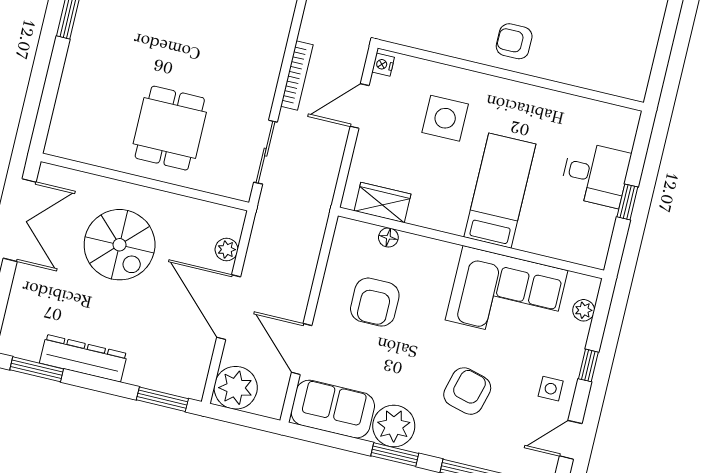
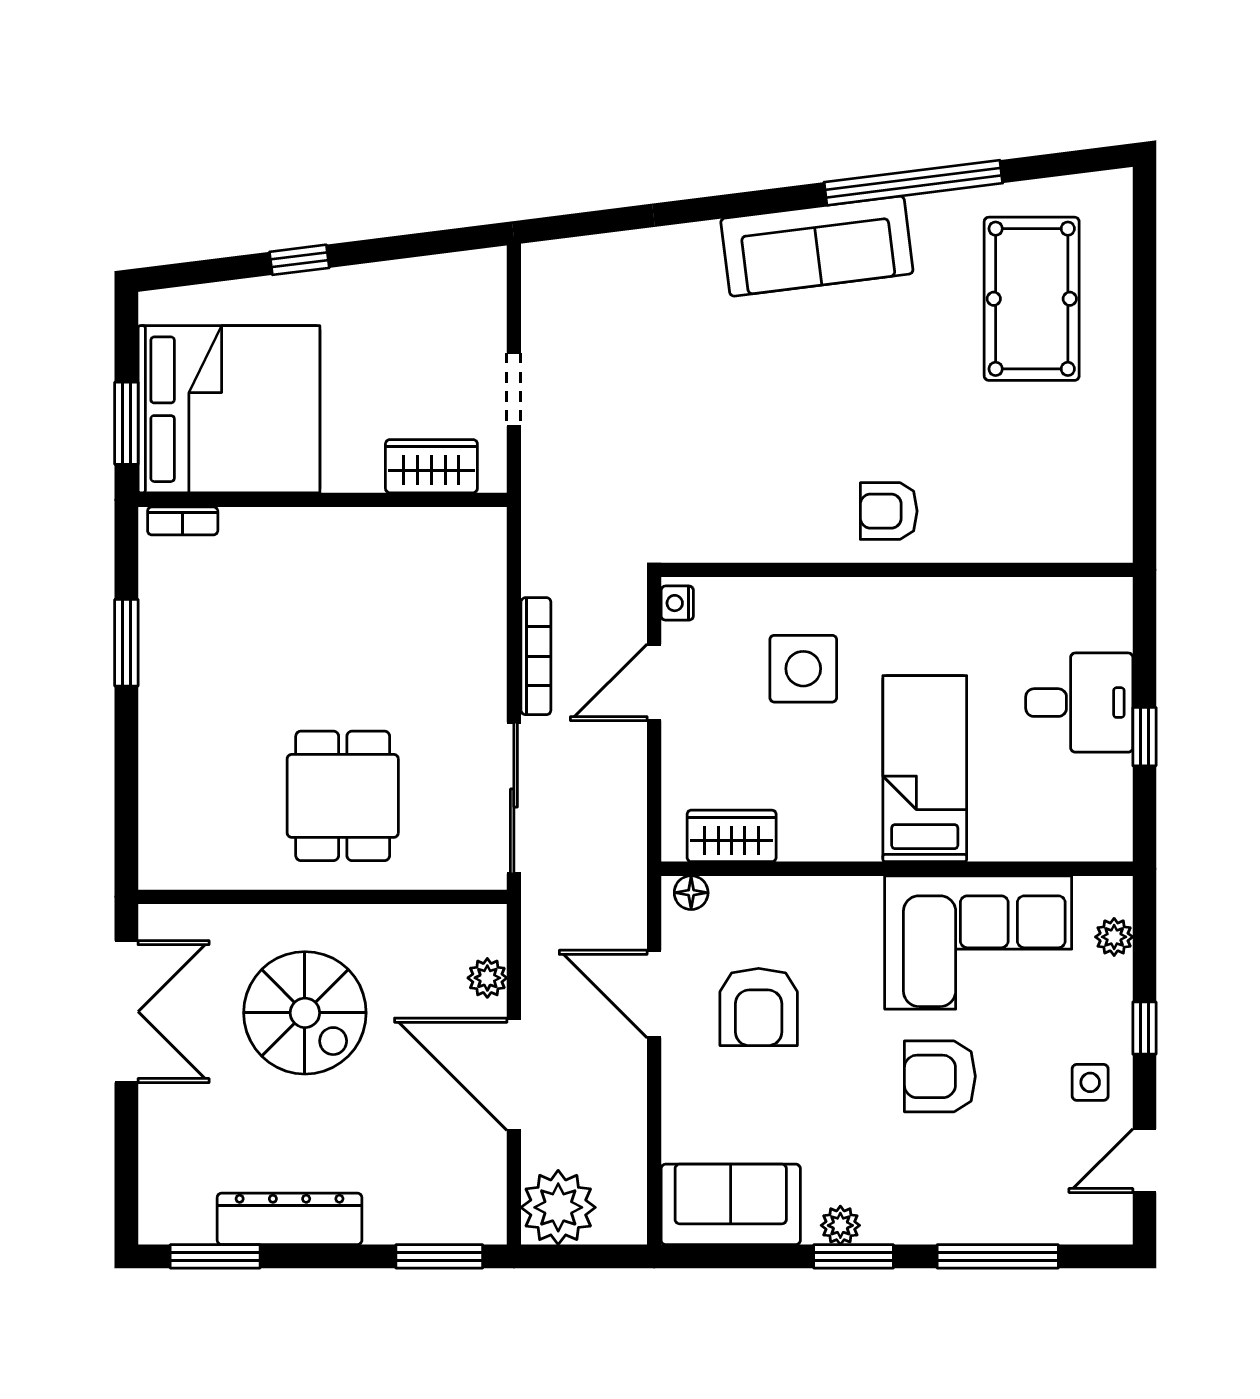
sliding door: (266, 152) -> (514, 798), width x1.37
floor lamp: (388, 237) -> (691, 893), moved
door: (302, 349) -> (654, 994), moved
armchair: (467, 391) -> (940, 1076), moved, turned -105
plant: (394, 426) -> (840, 1225), width x0.53, depth x0.53

